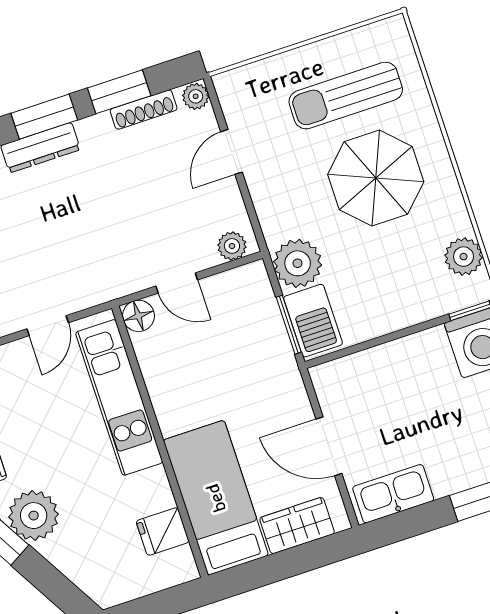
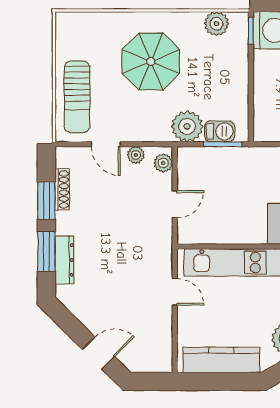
plant: (196, 96) -> (136, 155), moved
sun lounger: (346, 96) -> (77, 97), moved
floor lamp: (138, 316) -> (187, 234), removed
barbecue: (313, 321) -> (220, 131), width x0.73, depth x0.79

